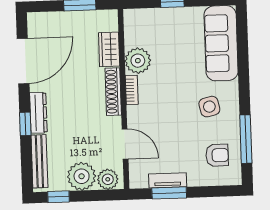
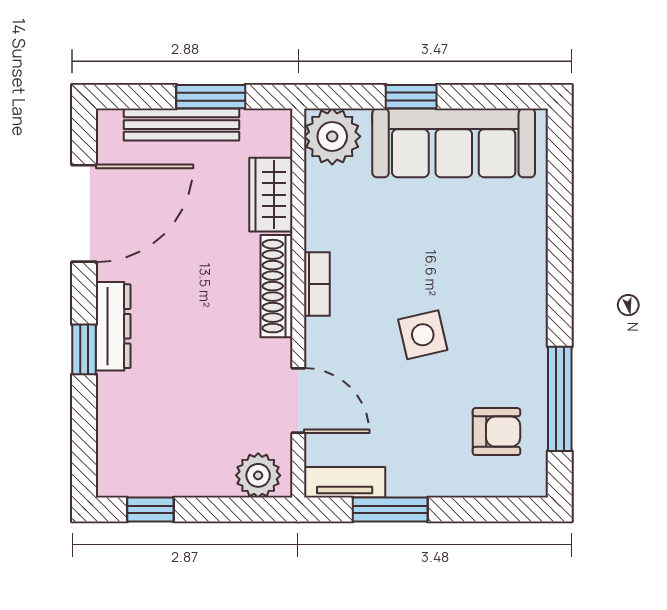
sofa: (221, 43) -> (454, 143), moved, turned -90
plant: (138, 61) -> (332, 136), moved
side table: (209, 107) -> (423, 335), moved
bench: (39, 161) -> (181, 125), moved, turned 90
plant: (82, 176) -> (202, 467), removed
tv unit: (168, 180) -> (345, 482), moved

